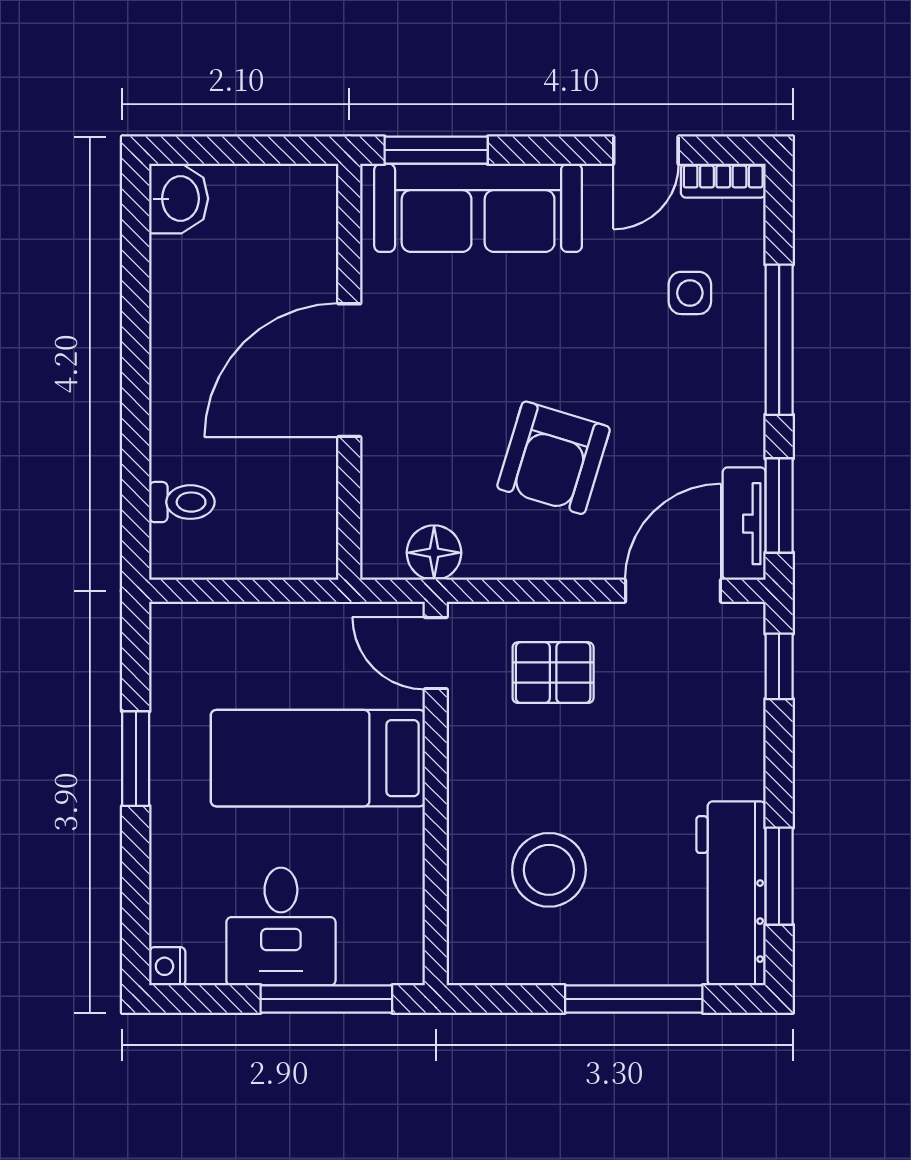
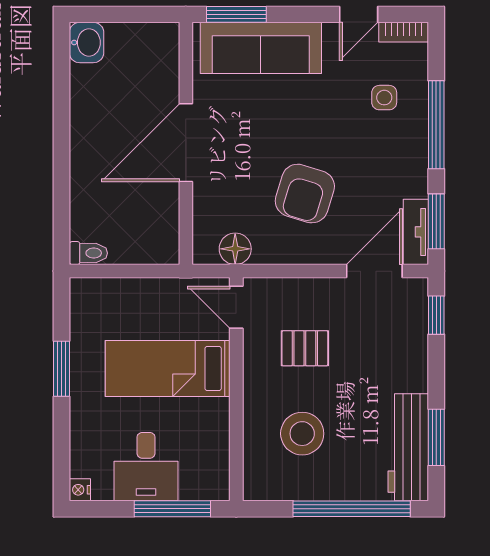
toilet: (182, 502) -> (88, 253), moved
pallet: (553, 673) -> (305, 348), moved
window: (634, 999) -> (352, 509), width x1.46

